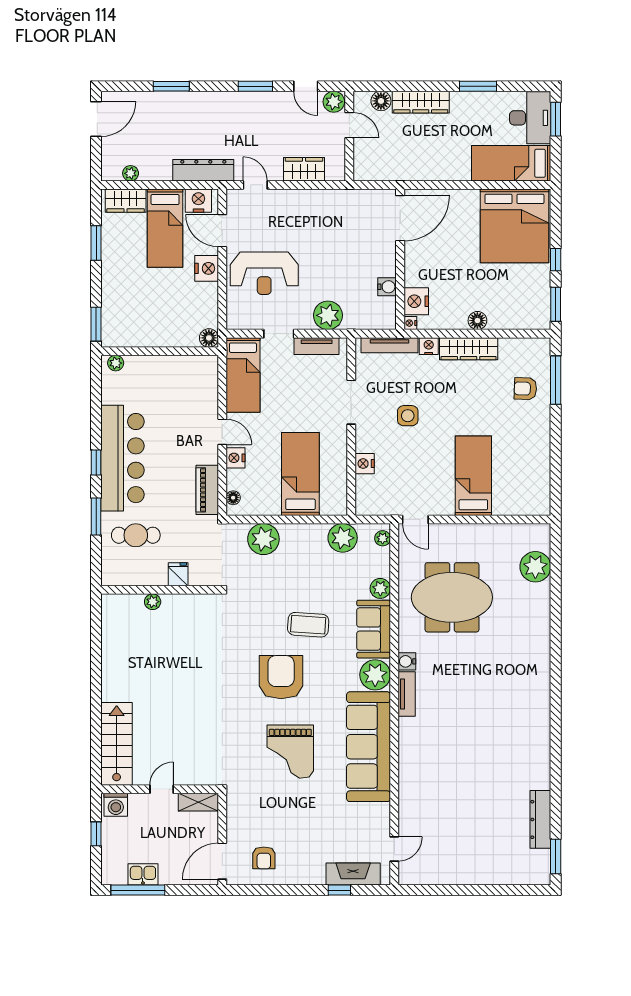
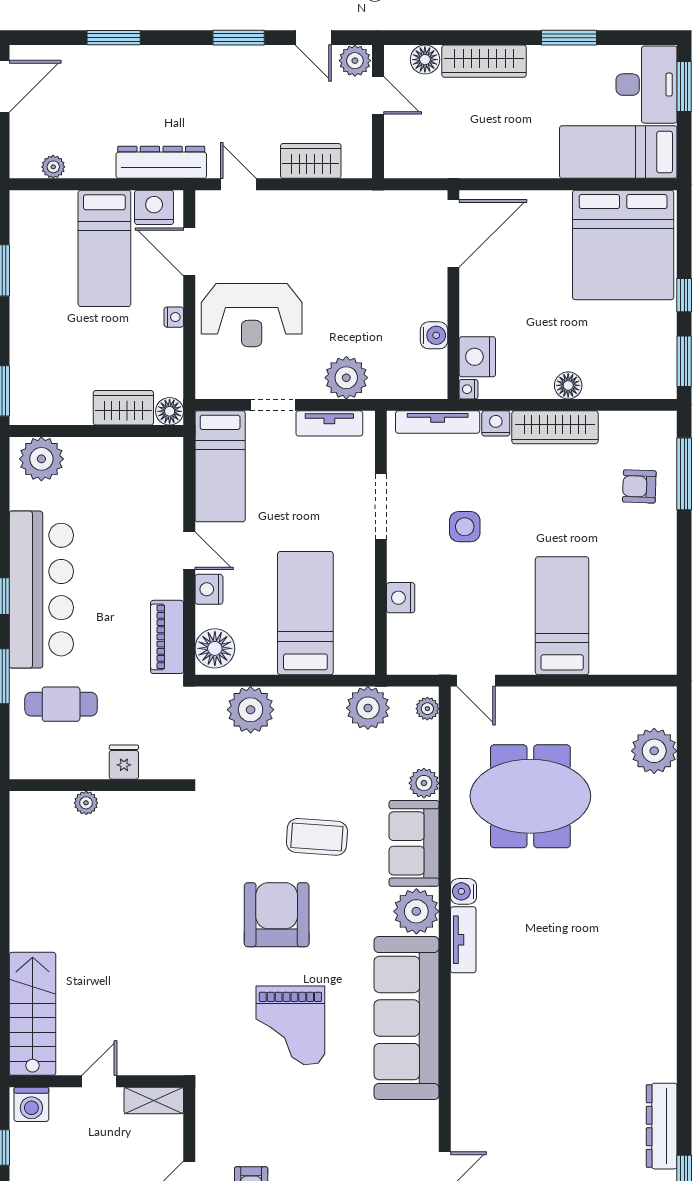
wardrobe: (126, 201) -> (123, 408), moved, turned 180
nightstand: (207, 268) -> (174, 317), width x0.53, depth x0.56
plant: (116, 363) -> (41, 459), width x1.88, depth x1.88
floor lamp: (233, 498) -> (215, 648), width x1.89, depth x1.89

